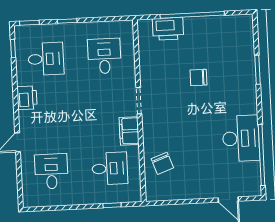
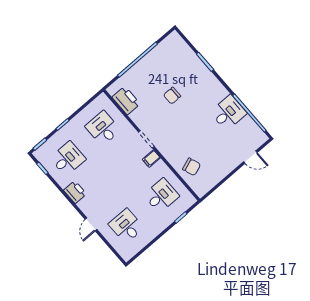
printer: (168, 29) -> (126, 100), moved, turned -90
filing cabinet: (129, 131) -> (151, 159), width x0.50
desk: (241, 138) -> (228, 113), width x0.73

